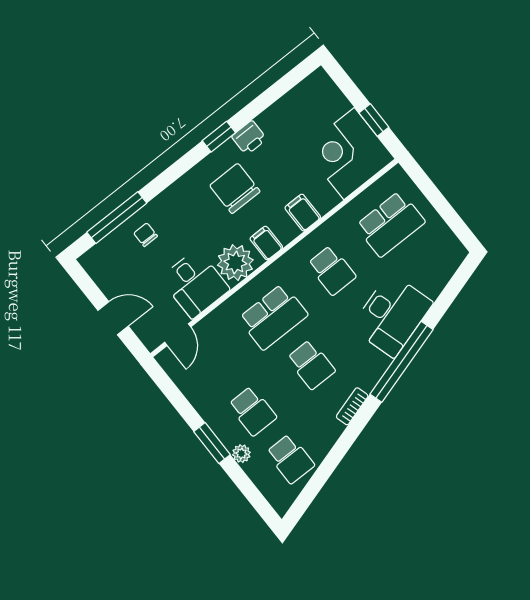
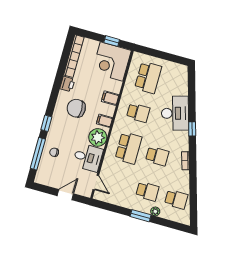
bookcase: (293, 99) -> (74, 56), added
window: (219, 137) -> (46, 123), moved
window: (401, 362) -> (192, 129), width x0.32

